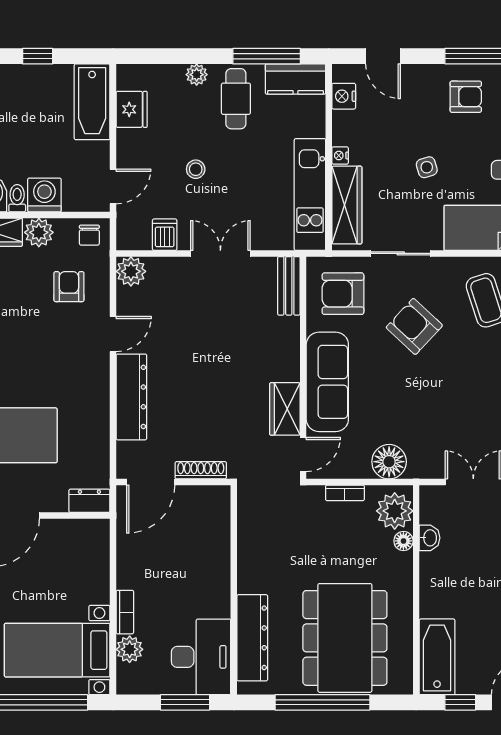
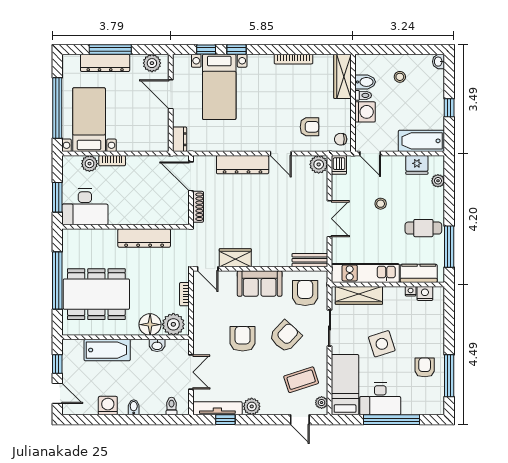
door: (383, 56) -> (449, 317), removed
plant: (197, 75) -> (438, 181), moved
kitchen counter: (295, 79) -> (419, 273), moved, turned 90
armchair: (466, 97) -> (425, 367), turned 180
nightstand: (340, 155) -> (411, 291), moved
side table: (427, 167) -> (382, 344), width x1.87, depth x1.87
plant: (39, 232) -> (342, 109), removed
dishwasher: (165, 235) -> (339, 165), moved, turned 90
sofa: (327, 382) -> (260, 284), width x0.73
armchair: (418, 397) -> (243, 339), added
floor lamp: (389, 462) -> (203, 321), removed
floor lamp: (403, 541) -> (150, 325), width x1.89, depth x1.89
dresser: (252, 638) -> (144, 238), moved
bathtub: (437, 657) -> (107, 350), moved

